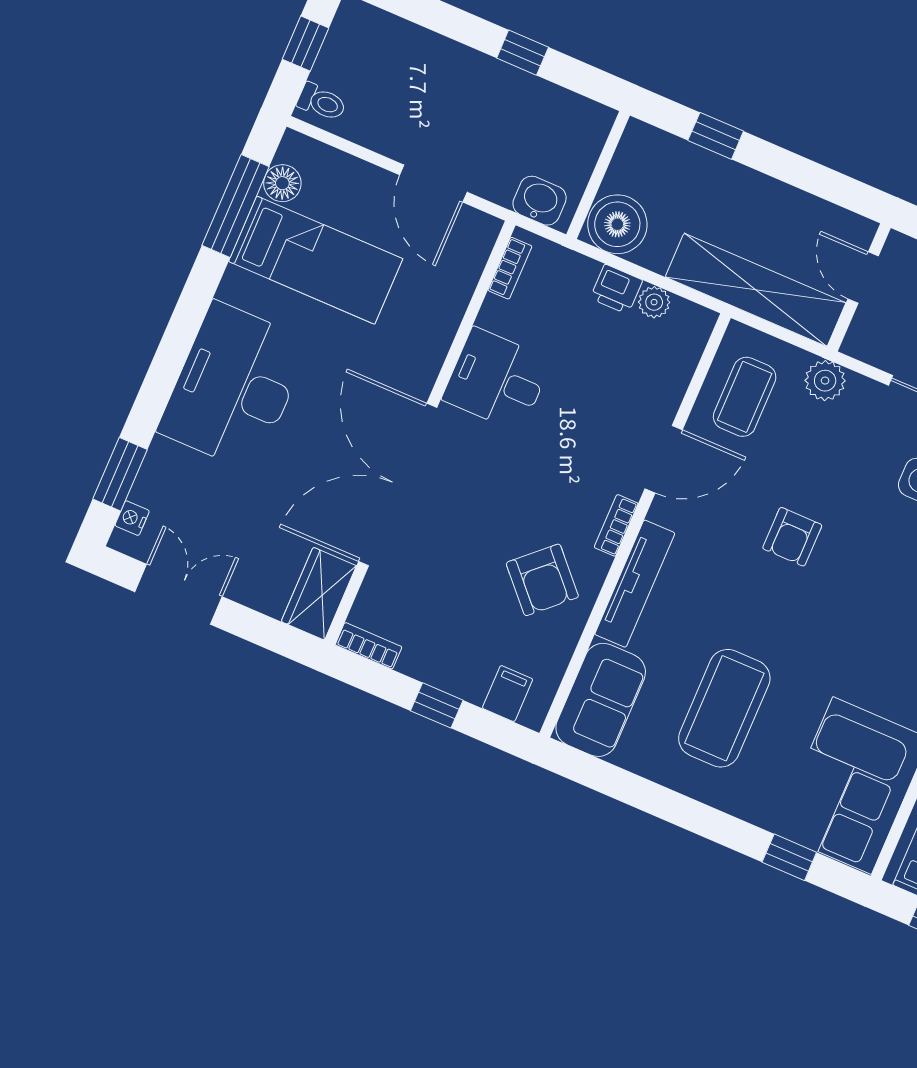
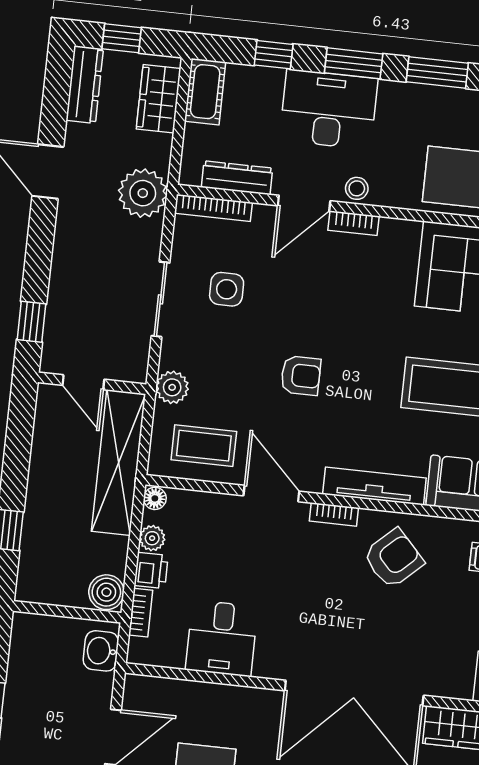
boiler: (617, 224) -> (106, 592), width x0.73, depth x0.73
bookcase: (510, 268) -> (141, 613), moved, turned 90
door: (863, 277) -> (83, 382), hinge flipped
floor lamp: (700, 320) -> (155, 498), added
desk: (497, 380) -> (222, 638), moved

